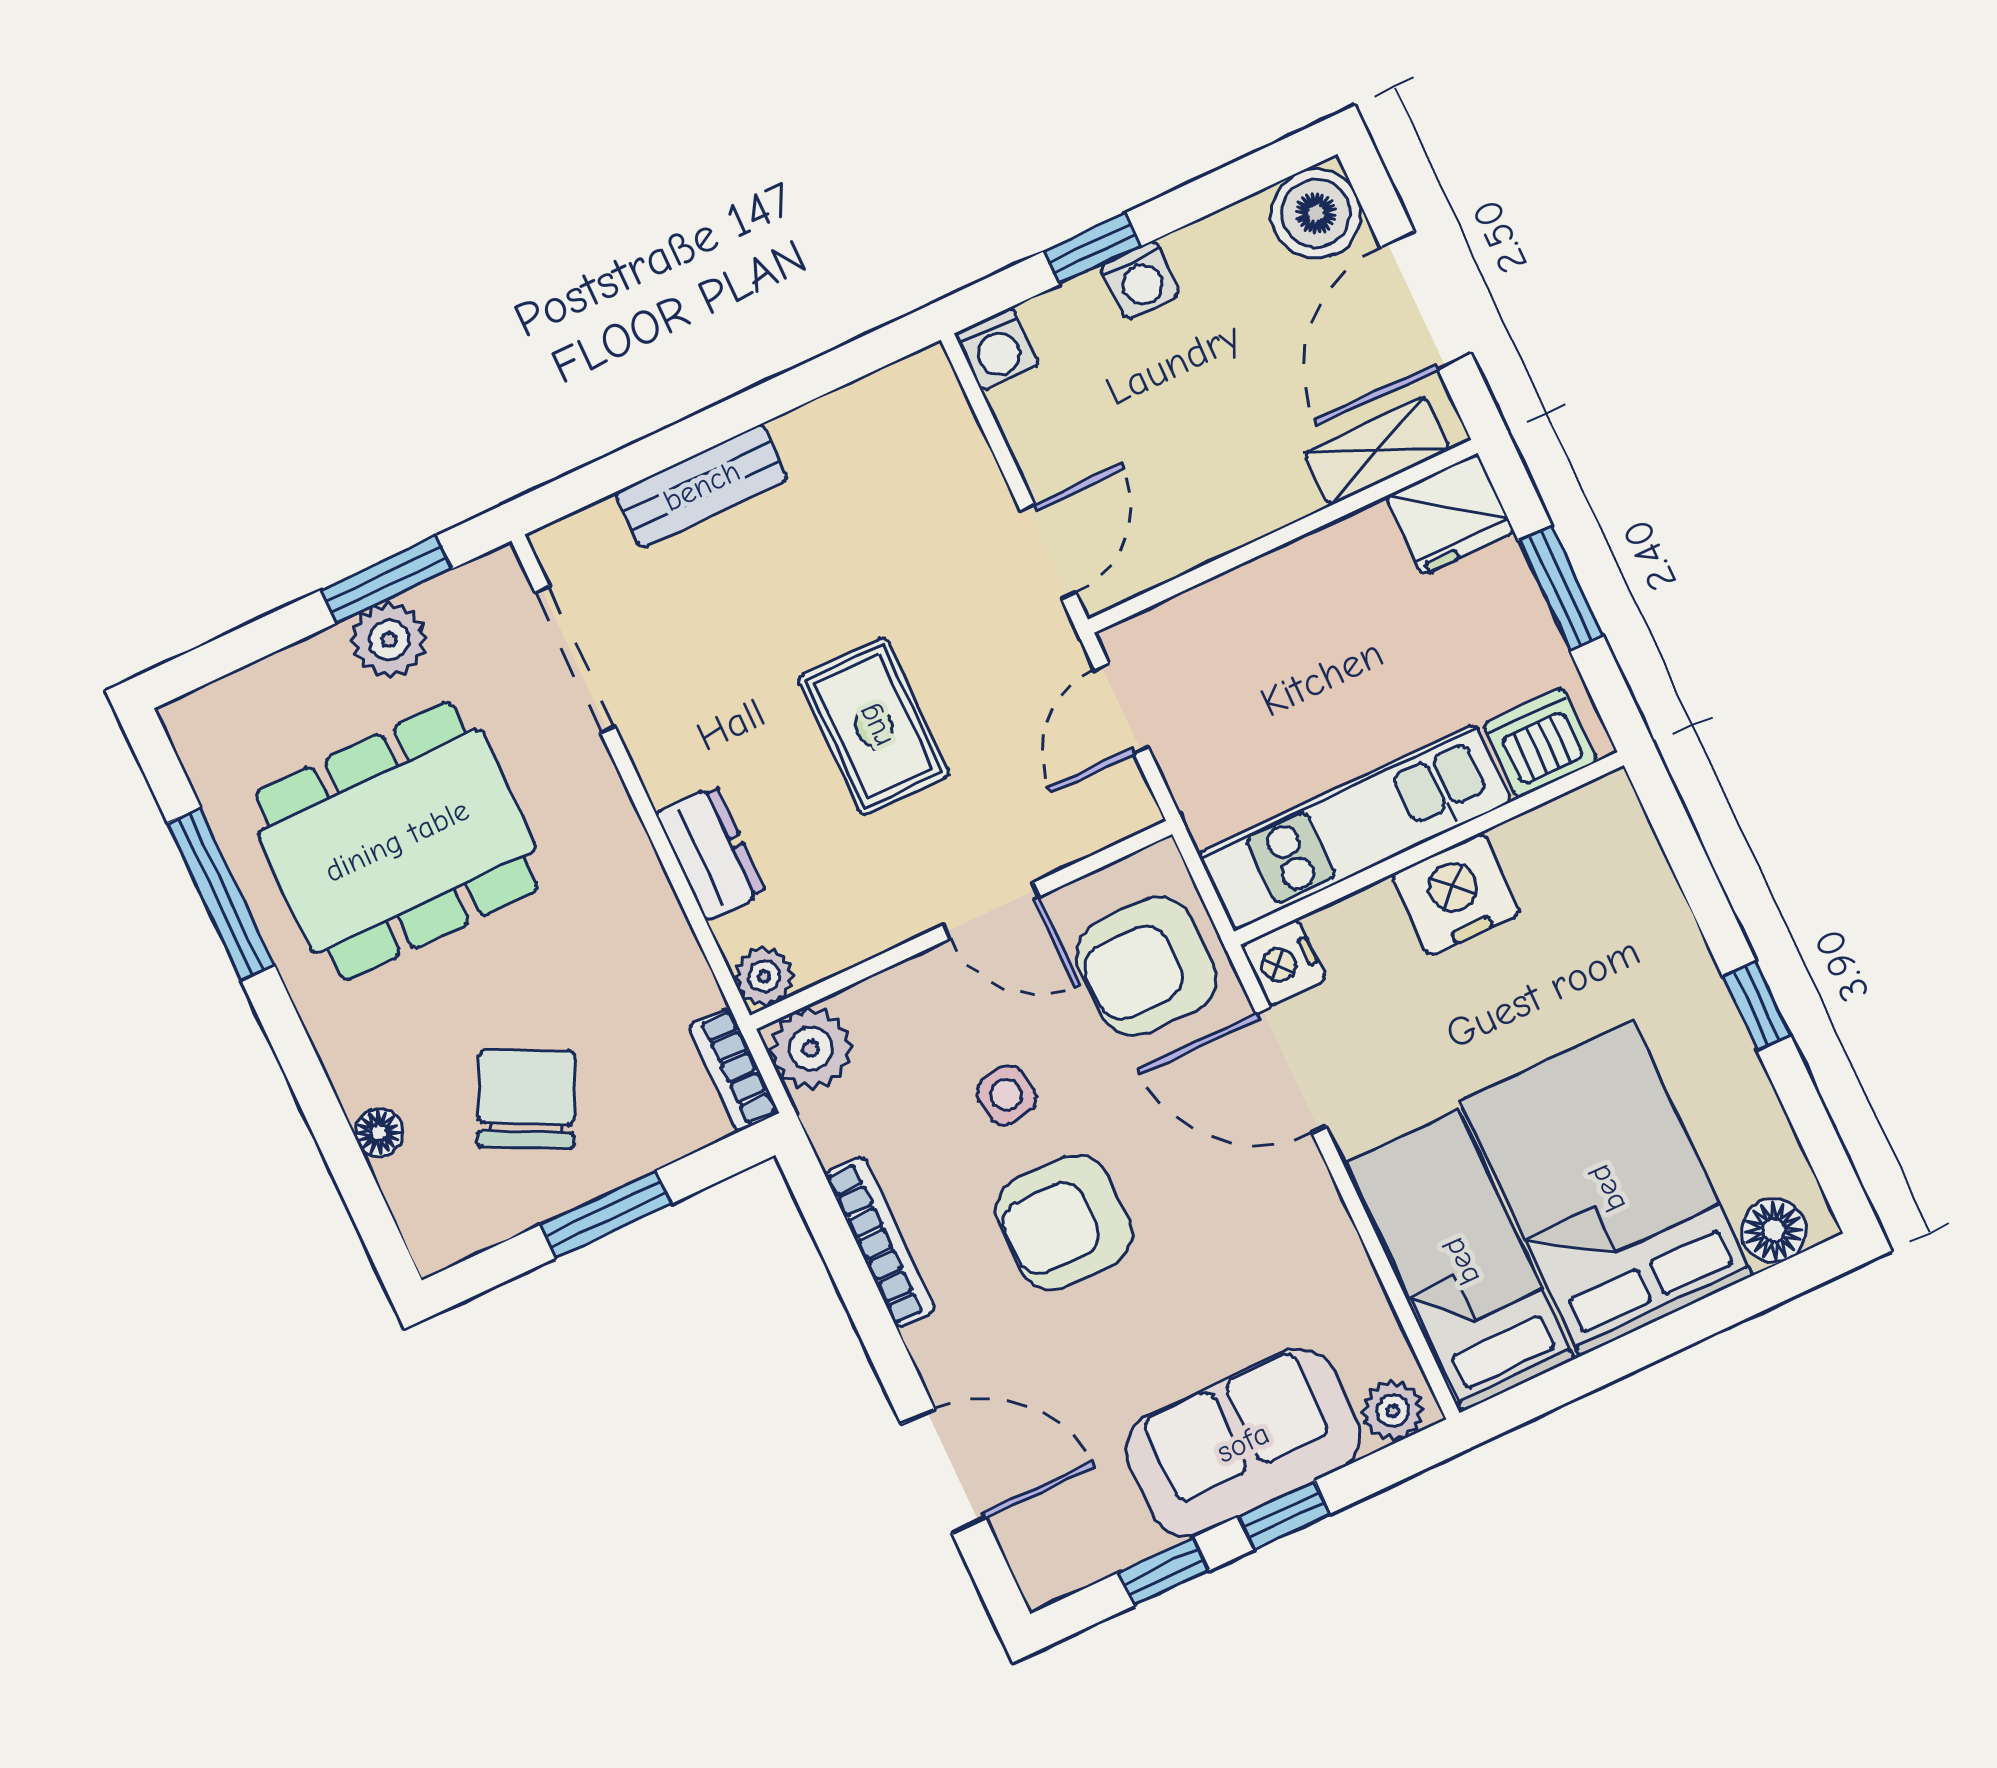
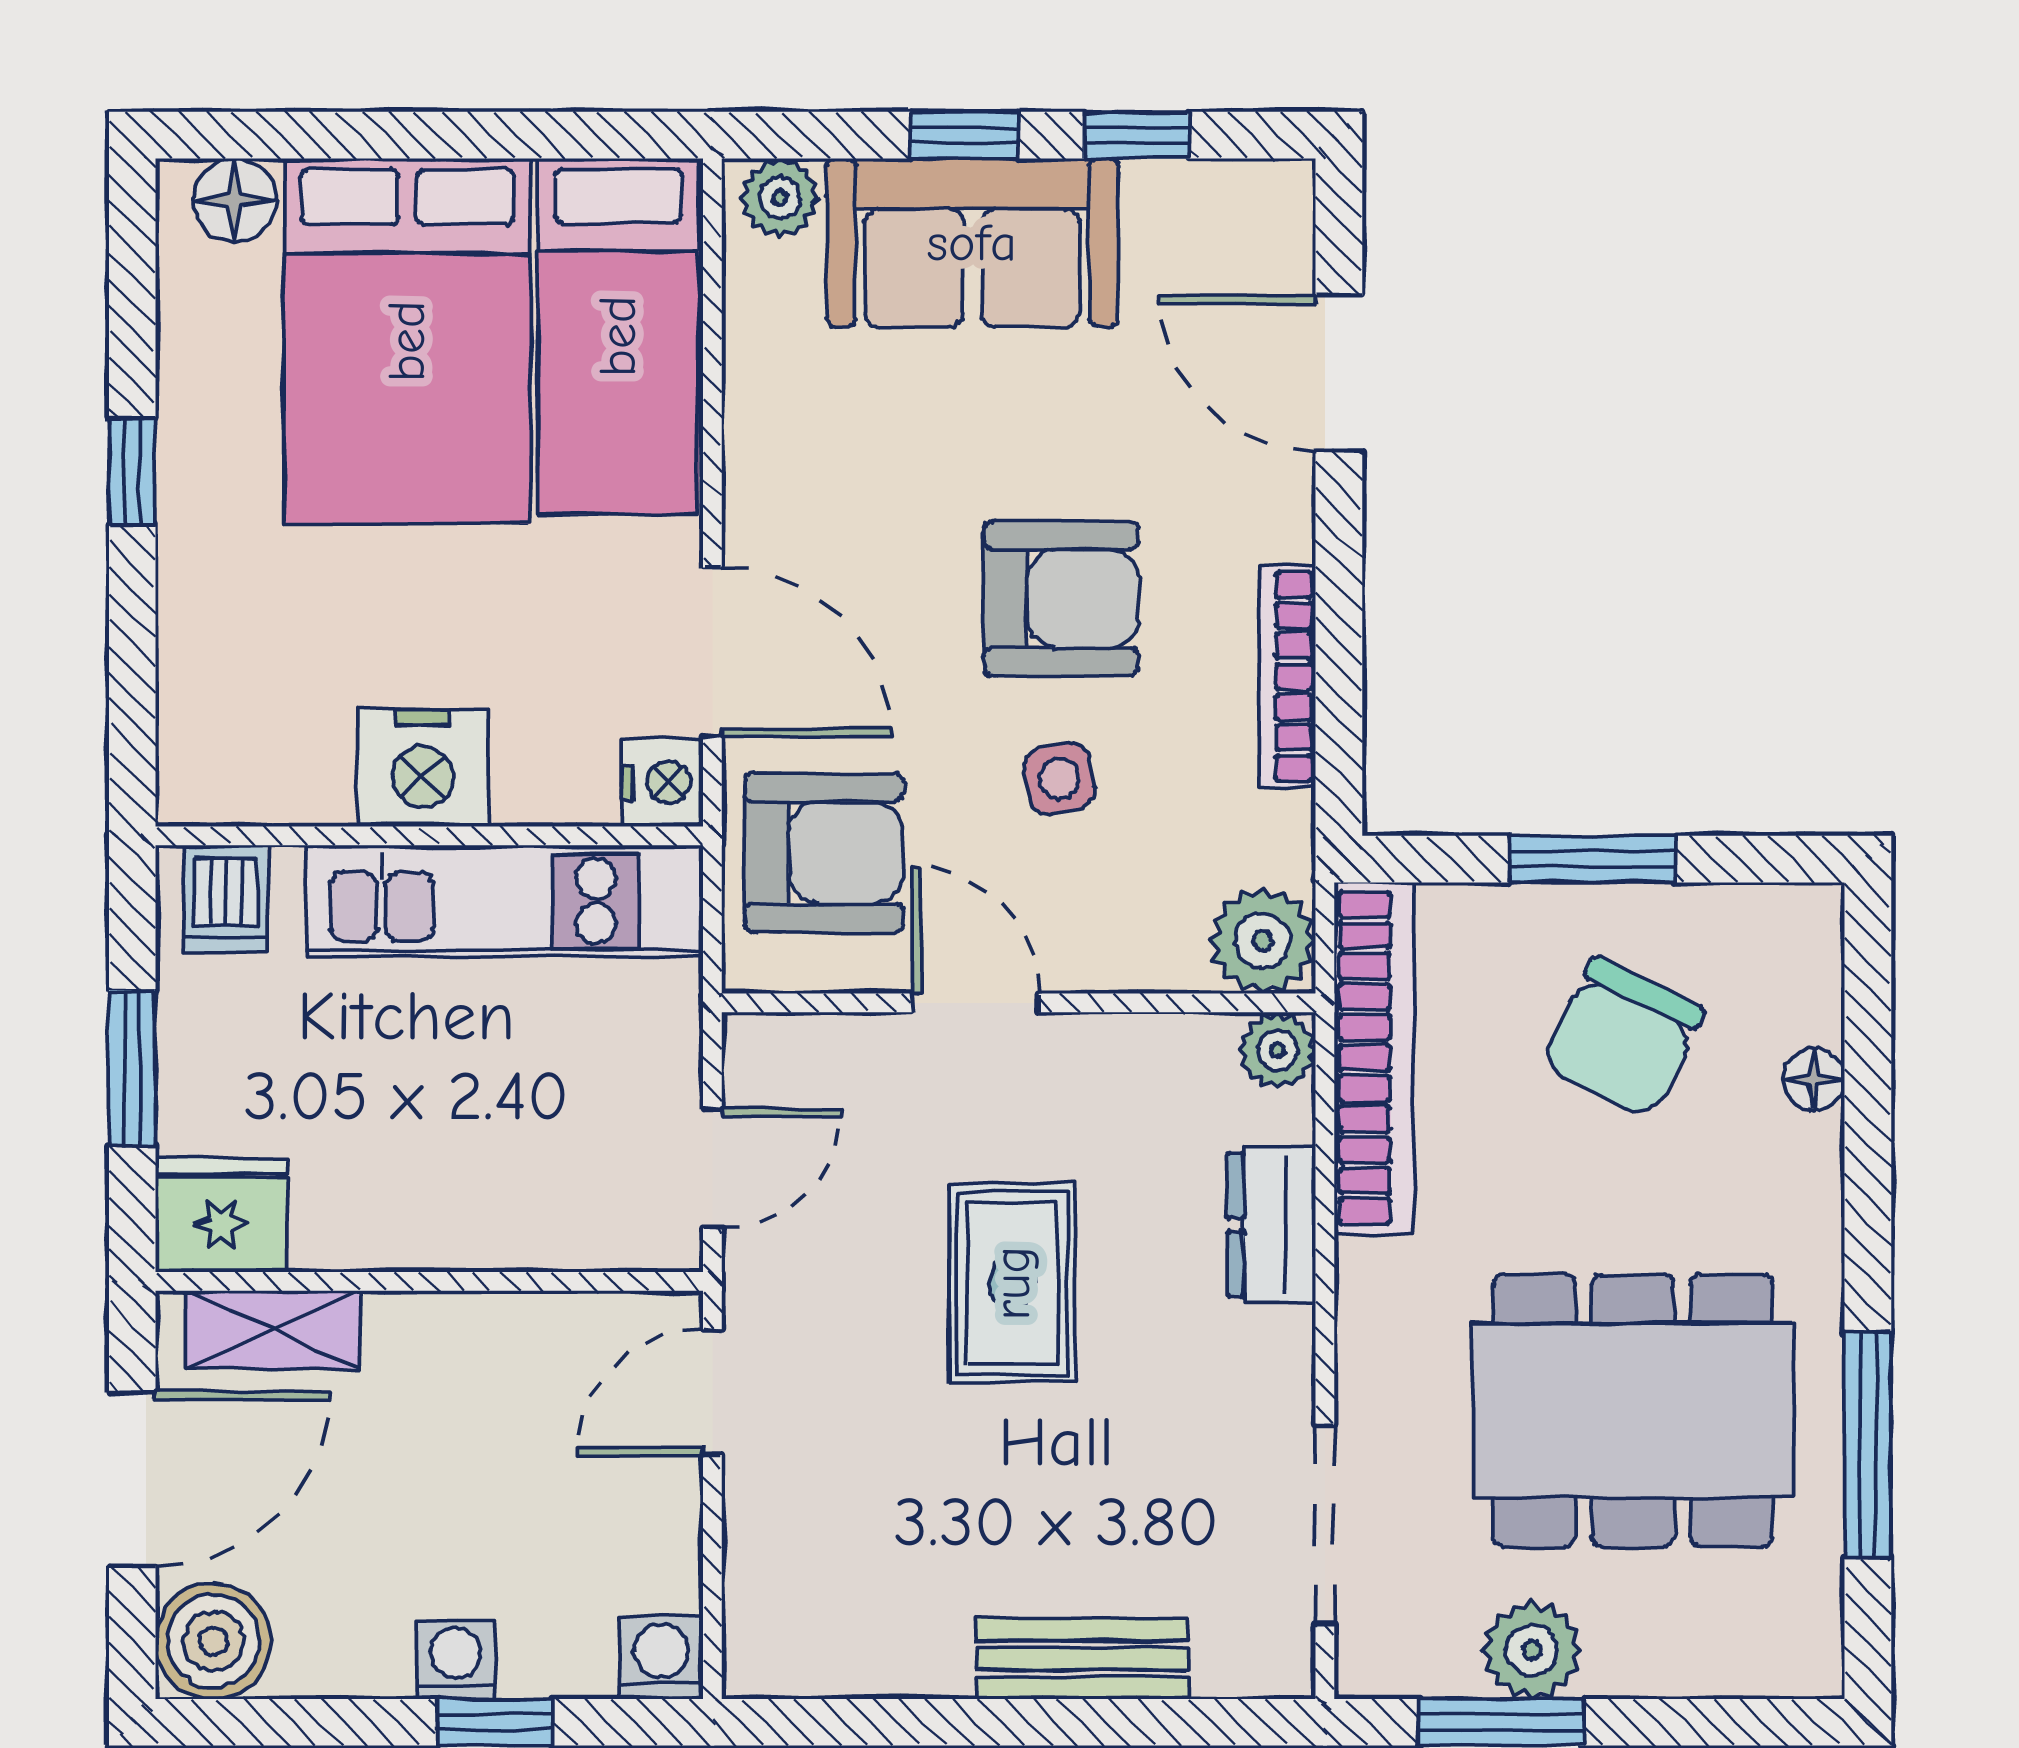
dishwasher: (1540, 743) -> (226, 899), width x0.73
bookcase: (733, 1070) -> (1374, 1058), width x2.31, depth x1.31

